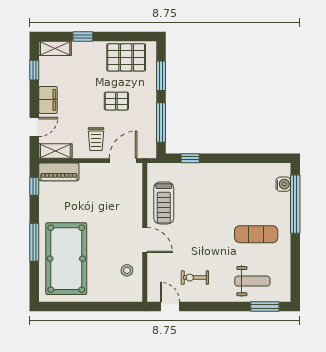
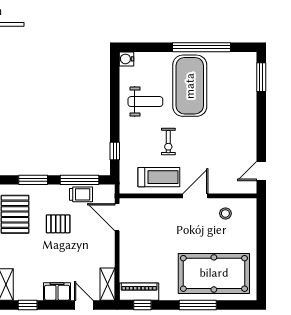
pallet: (116, 101) -> (58, 224), turned 90
trolley: (96, 139) -> (81, 194), moved
piano: (59, 172) -> (139, 292), moved, turned -90
water cooler: (283, 184) -> (127, 59), moved, turned -90
window: (295, 204) -> (202, 47), moved
exercise mat: (256, 234) -> (190, 86), width x2.00, depth x1.45
exercise bike: (195, 278) -> (168, 142), moved
weight bench: (252, 281) -> (145, 102), moved, turned 90

